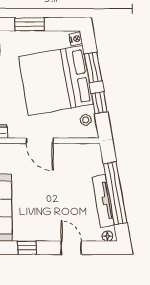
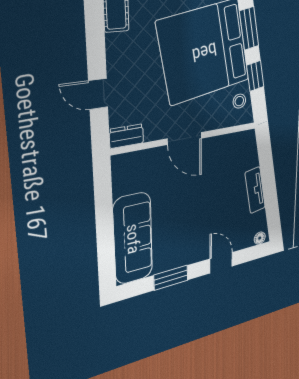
window: (115, 193) -> (269, 186), removed
tv unit: (103, 201) -> (255, 190), width x0.71
window: (27, 248) -> (171, 278), width x1.50

